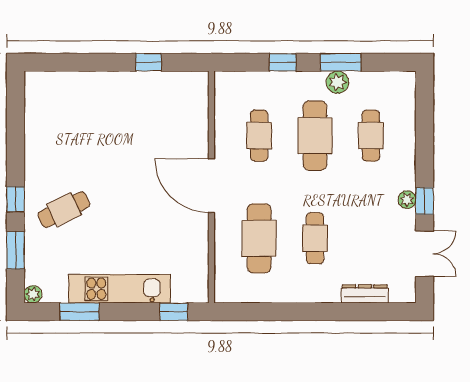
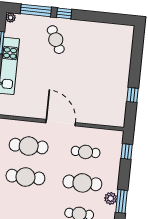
window: (283, 62) -> (127, 151), moved
door: (211, 186) -> (61, 123), hinge flipped
cafe table: (315, 238) -> (25, 177), width x1.37, depth x1.35
window: (16, 250) -> (36, 10), width x1.44

